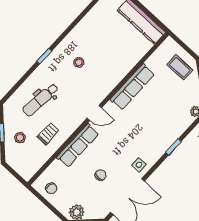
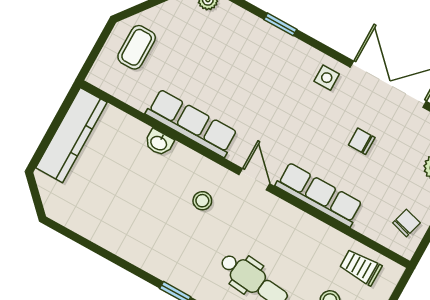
stool: (79, 62) -> (202, 201), moved
washbasin: (126, 67) -> (159, 143), added
trolley: (48, 134) -> (361, 267), moved

